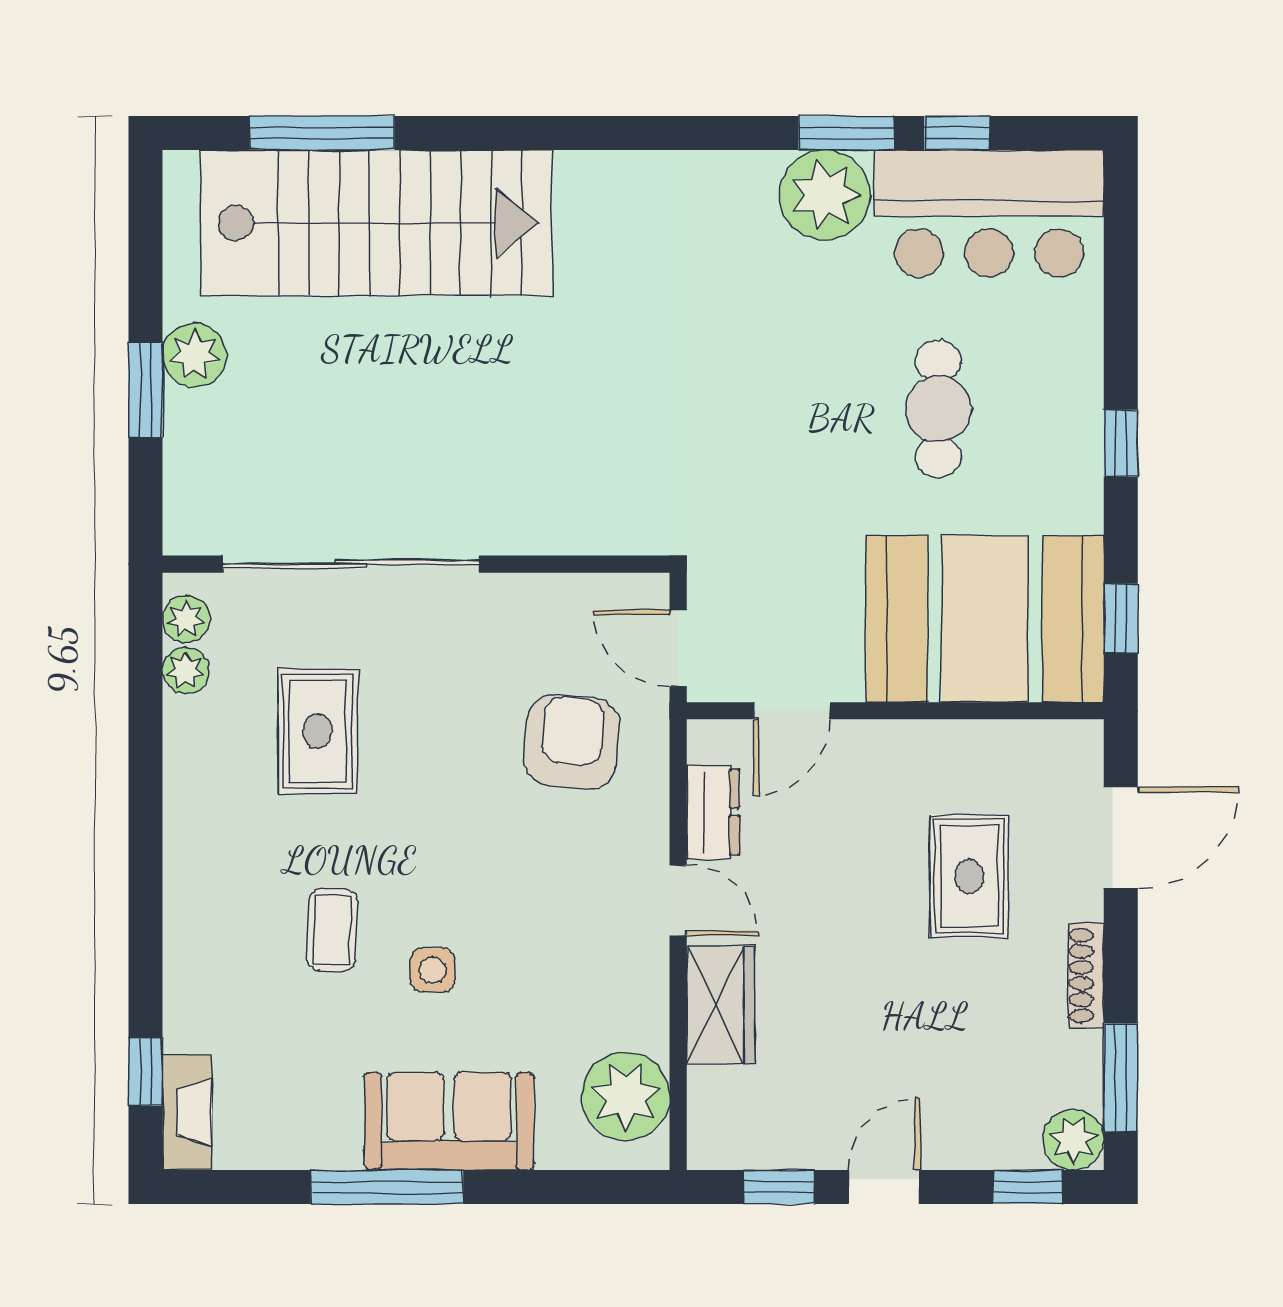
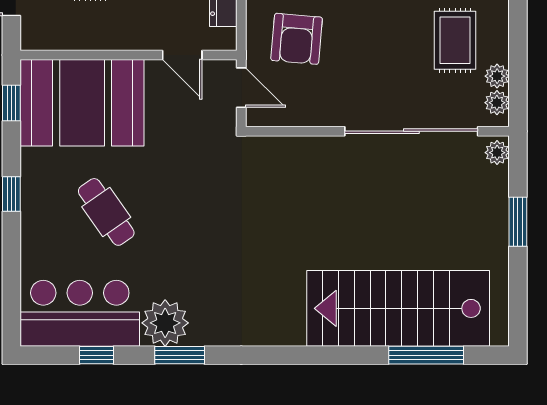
window: (846, 133) -> (180, 355), moved
plant: (194, 355) -> (497, 153), moved, width x0.73, depth x0.73
cafe table: (938, 409) -> (106, 212), turned -35
door: (792, 711) -> (182, 55), swing flipped
rug: (318, 731) -> (455, 40), moved

